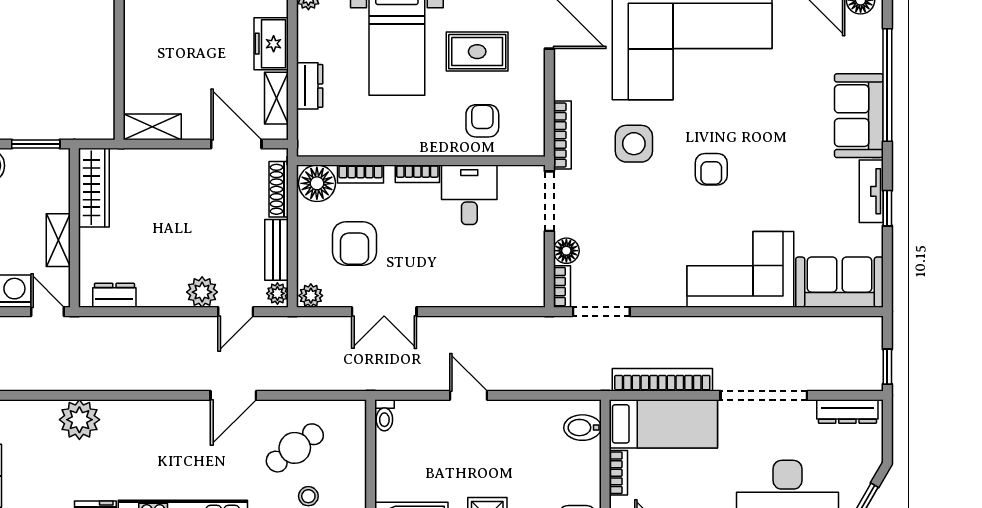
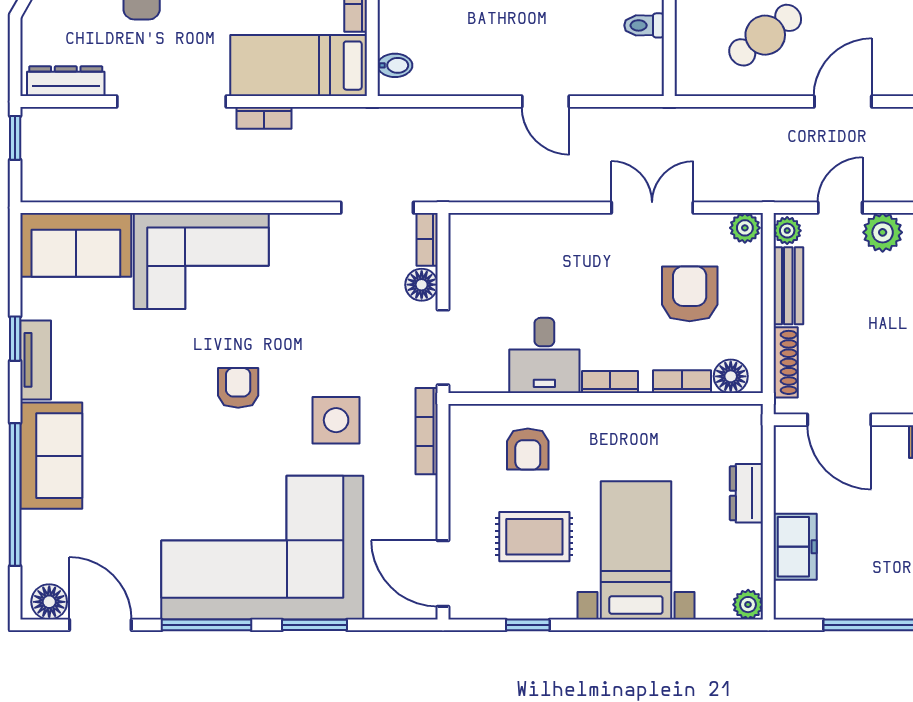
shelving: (276, 98) -> (788, 478), removed
floor lamp: (317, 183) -> (731, 376), width x0.73, depth x0.73
bookcase: (662, 380) -> (264, 118), width x0.43, depth x0.76
toilet: (384, 415) -> (644, 25), moved, turned -90
bidet: (582, 428) -> (395, 65), width x0.72, depth x0.74

